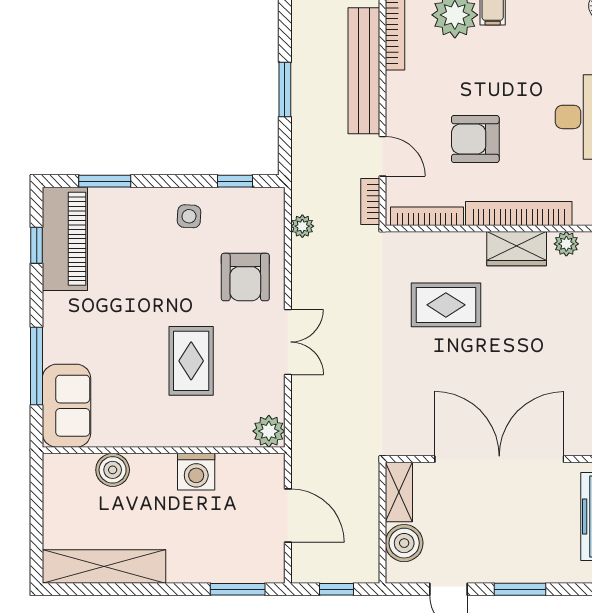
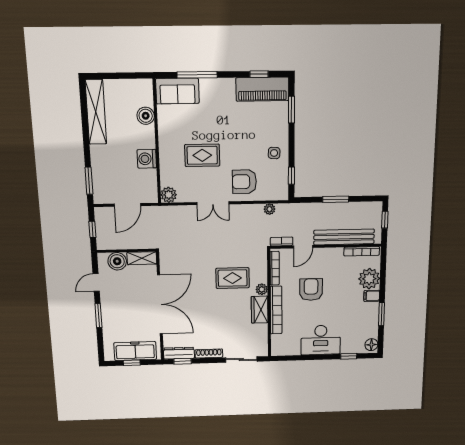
plant: (566, 244) -> (262, 289), moved
rug: (446, 305) -> (233, 278), turned 90

